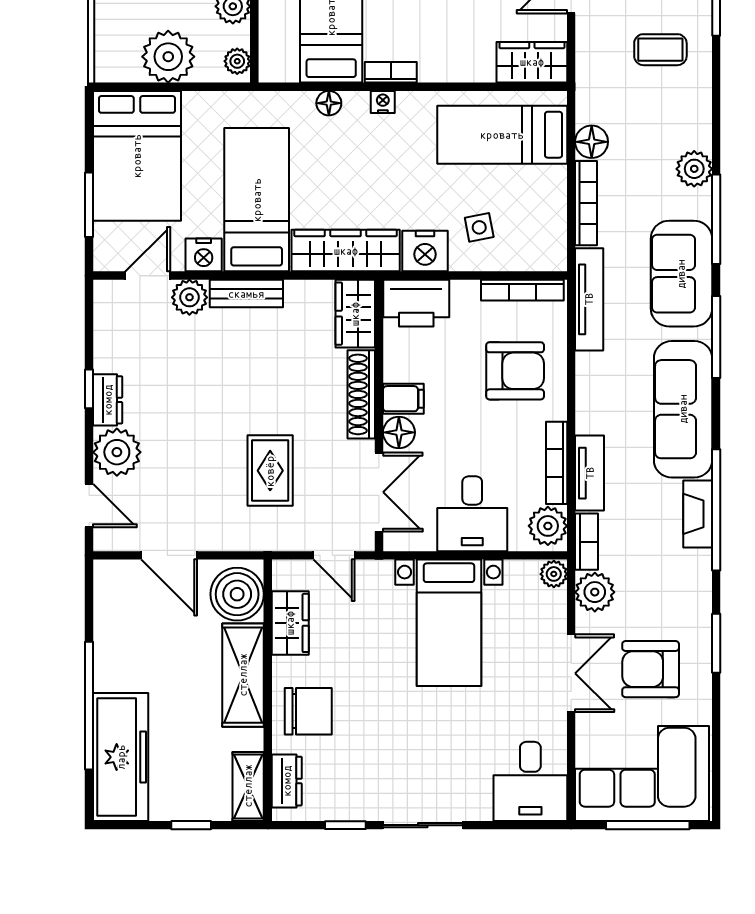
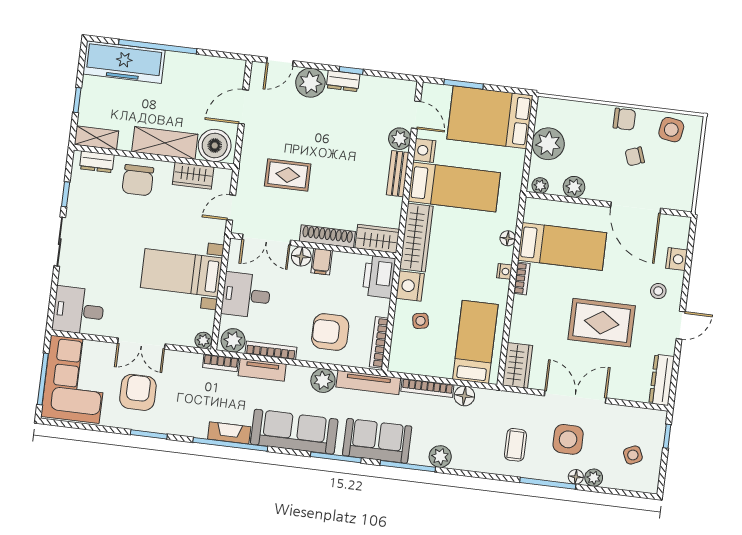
armchair: (515, 371) -> (330, 332), turned 90
plant: (595, 592) -> (323, 380), moved

